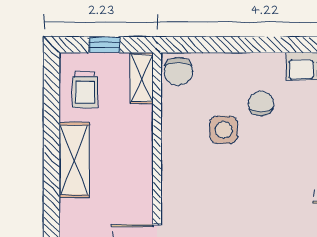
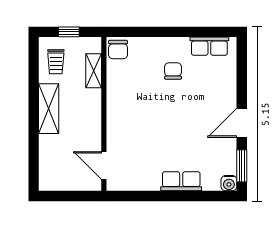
shelving: (142, 78) -> (94, 71), moved
side table: (224, 130) -> (148, 88), removed

